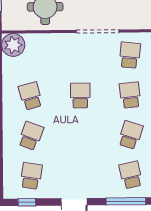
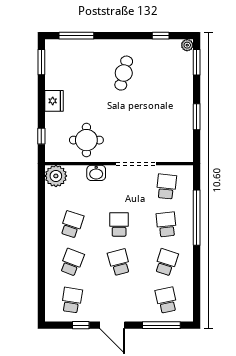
washbasin: (56, 41) -> (96, 173), added
school desk: (30, 96) -> (72, 224), turned 33
school desk: (81, 135) -> (119, 262), added
window: (27, 202) -> (81, 325), moved

